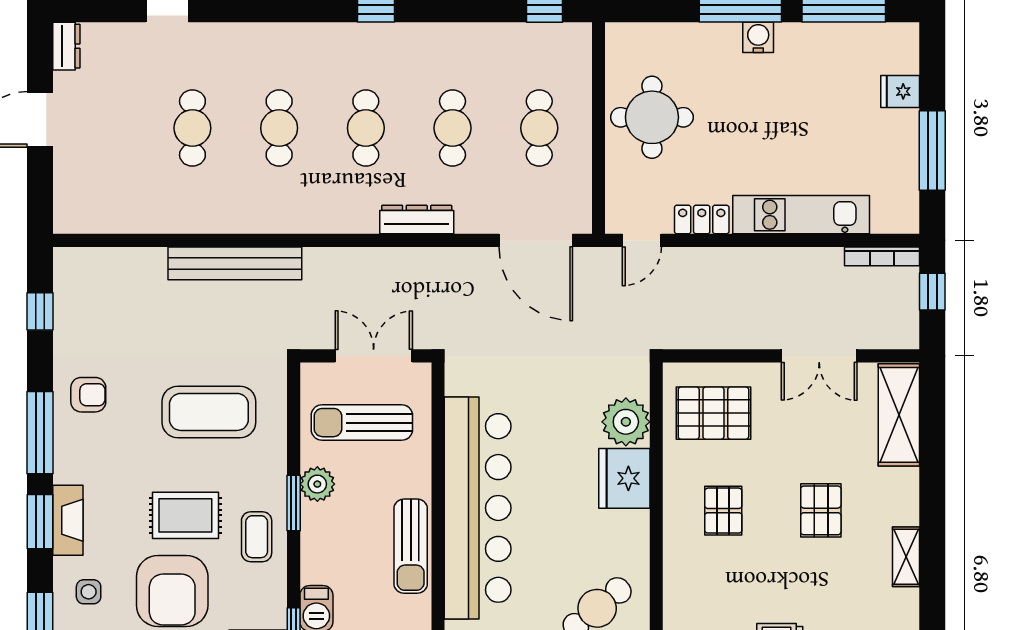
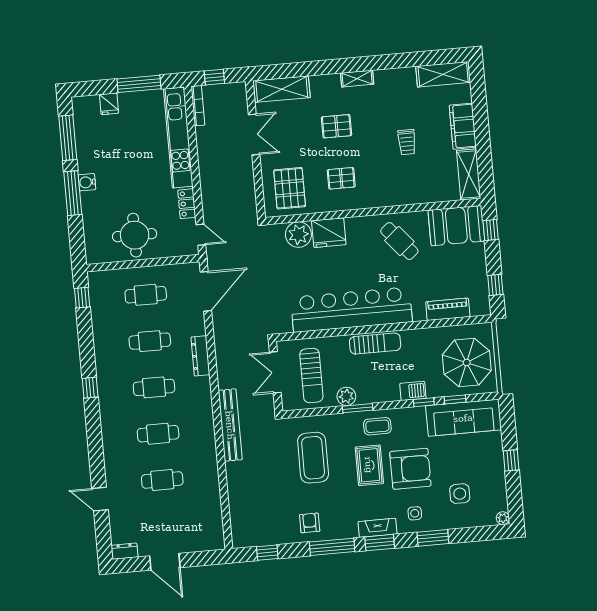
kitchen unit: (801, 215) -> (178, 138), width x1.36
bench: (235, 263) -> (230, 425), moved

